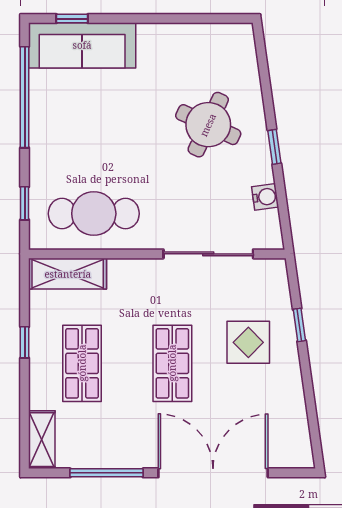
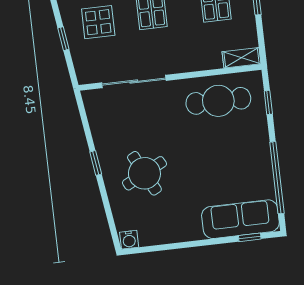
round table: (208, 125) -> (144, 173), turned 38
water cooler: (265, 197) -> (129, 240), moved, turned -82
shelving: (68, 274) -> (242, 58), width x0.67, depth x0.75

